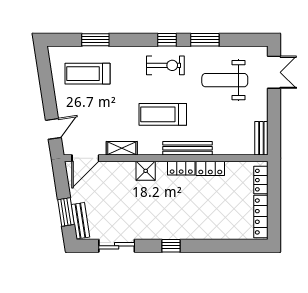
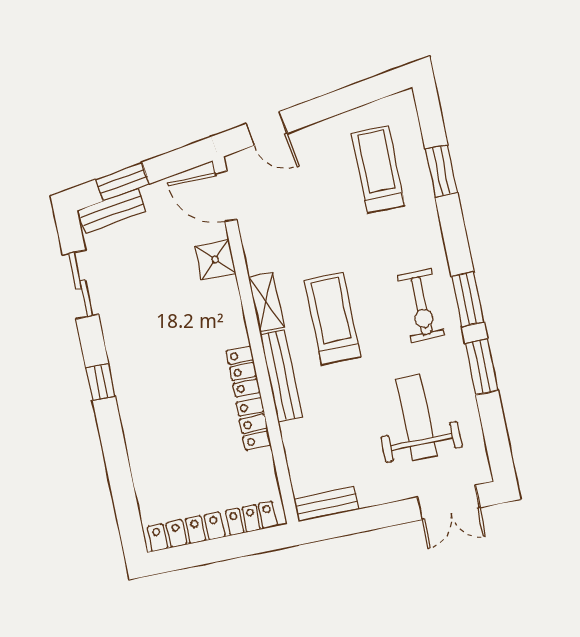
window: (167, 40) -> (468, 299), width x1.50
shelving: (122, 148) -> (266, 302), moved
shower: (146, 171) -> (215, 260), moved

